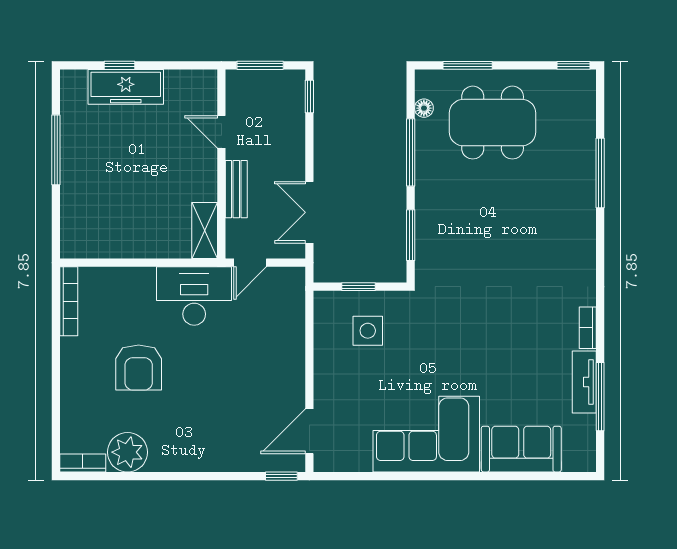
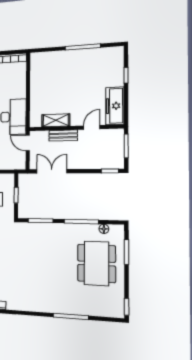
freezer: (126, 87) -> (115, 106), moved
shelving: (205, 230) -> (56, 120), moved

